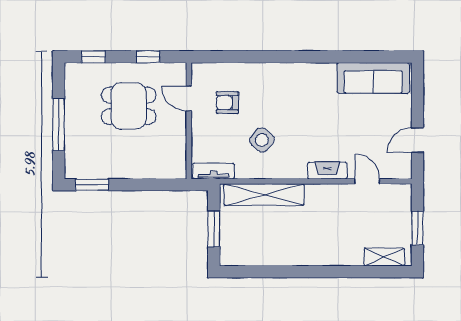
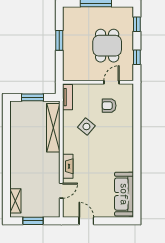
armchair: (227, 103) -> (109, 106), turned -90
window: (92, 185) -> (59, 40), moved

